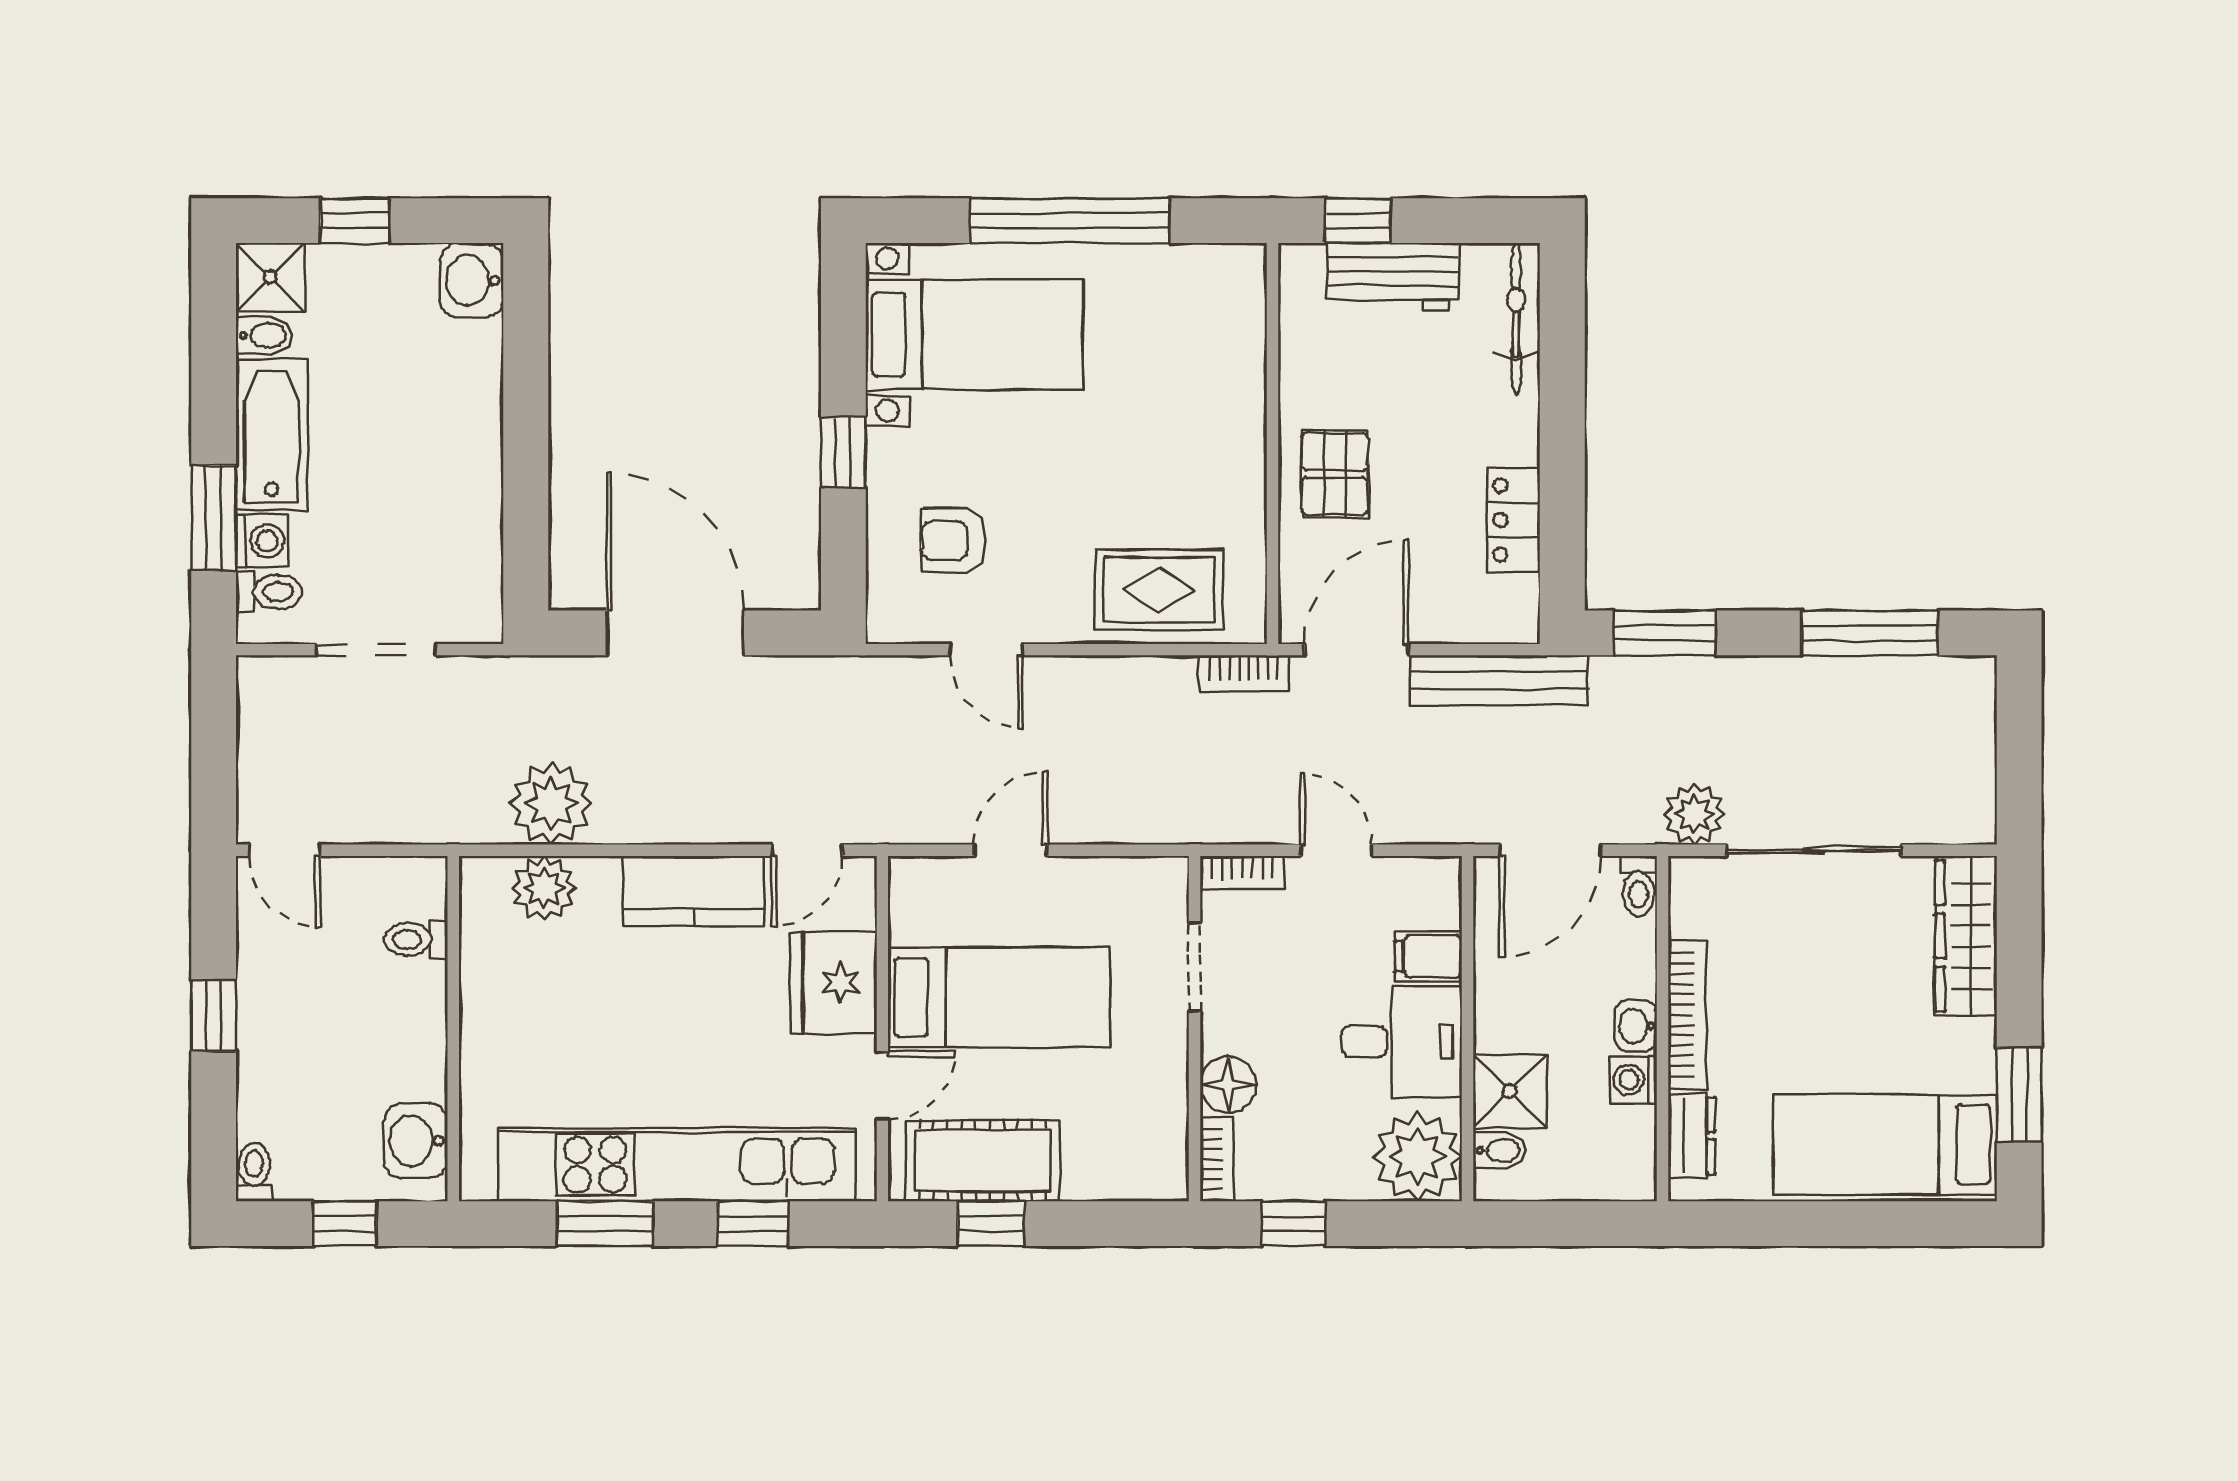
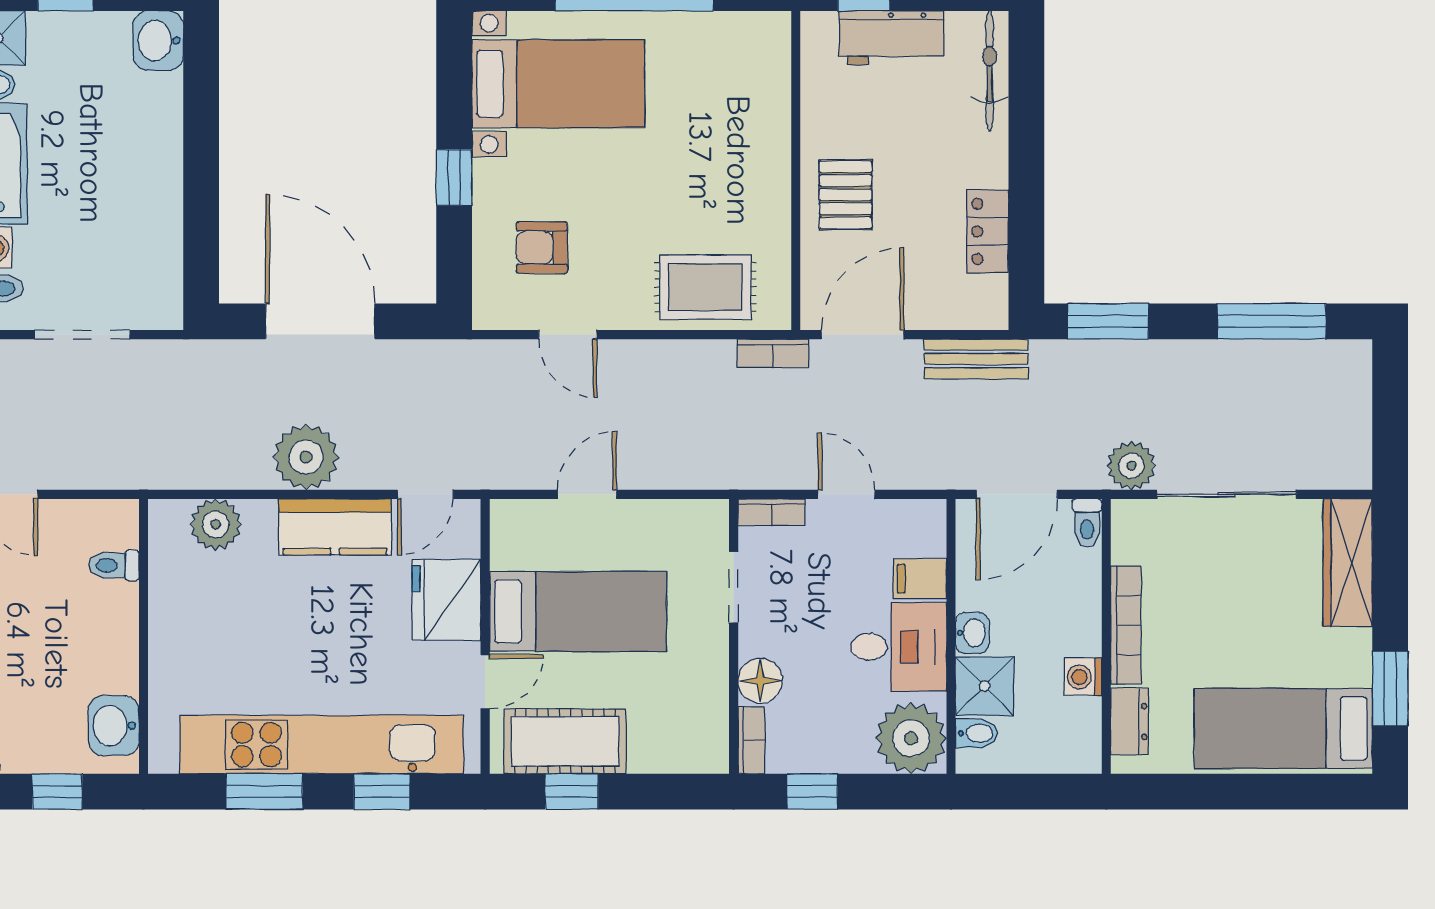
bench: (1499, 680) -> (976, 359), width x0.73
plant: (551, 803) -> (306, 457), moved
washbasin: (1636, 1026) -> (972, 633), moved, turned 180

